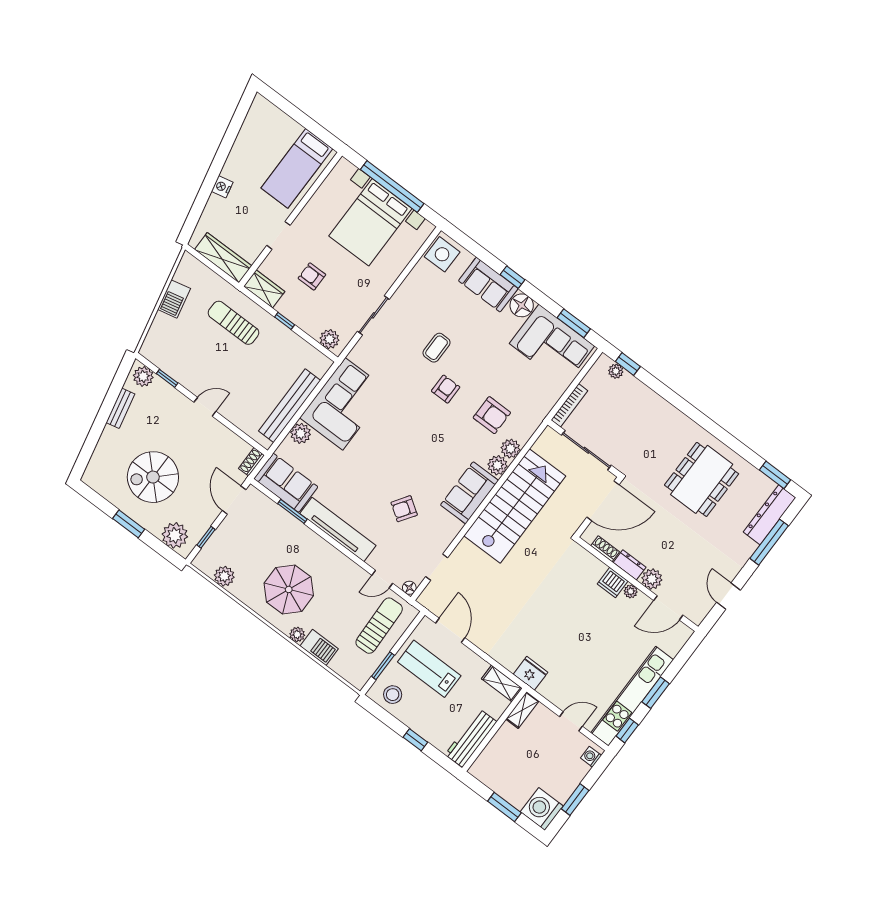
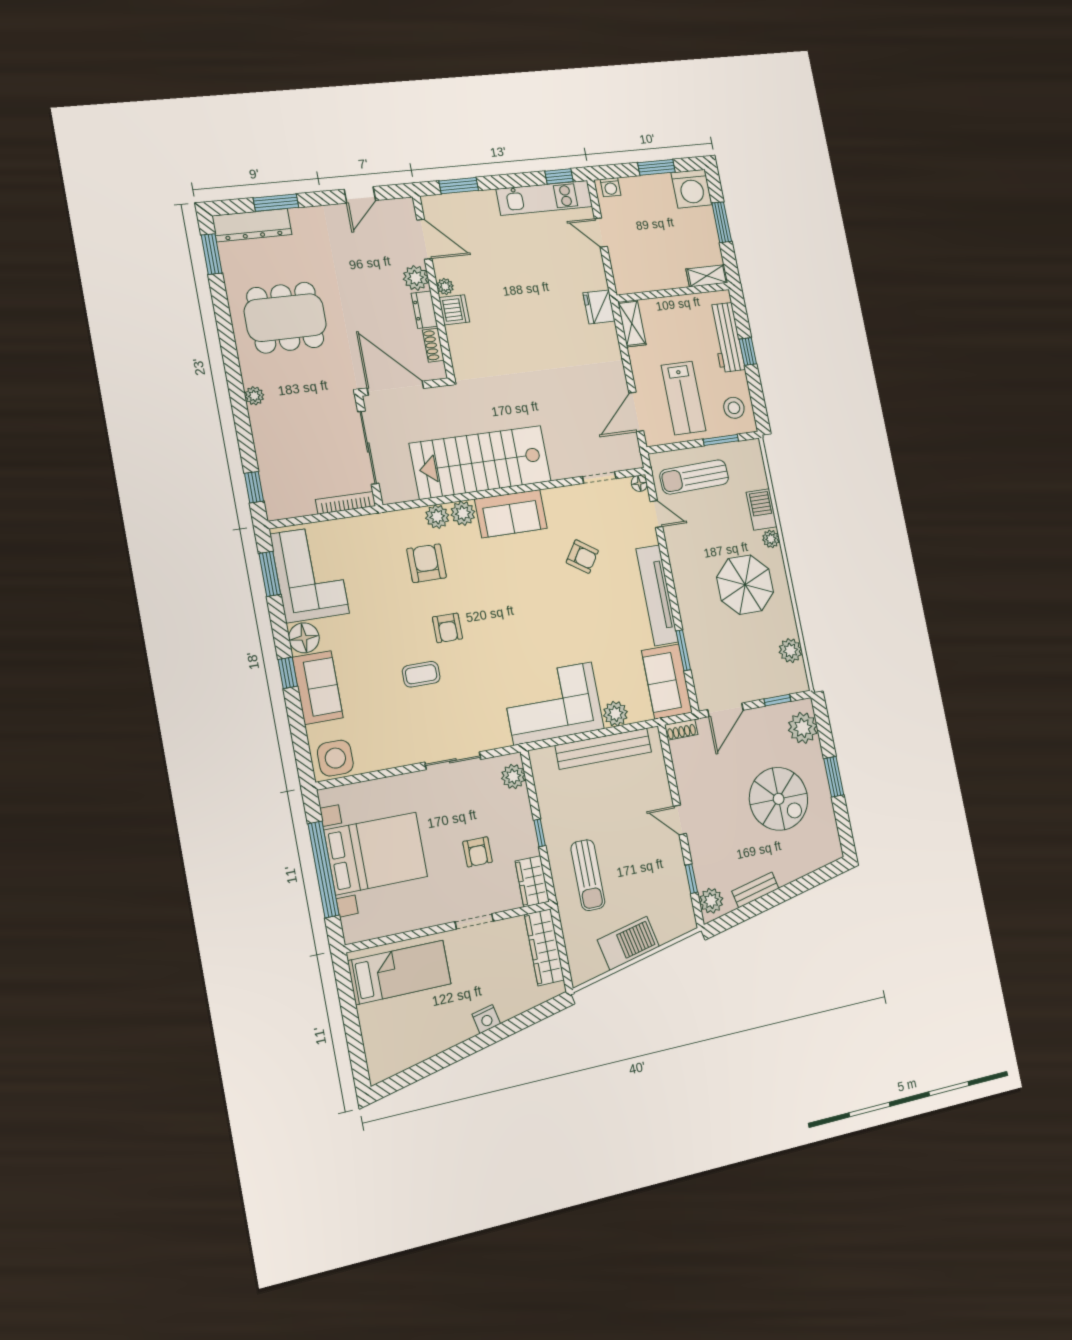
barbecue: (174, 299) -> (628, 943), width x1.37, depth x1.21
plant: (616, 371) -> (254, 396), moved
armchair: (446, 389) -> (447, 628), turned -90
window: (769, 542) -> (276, 203), width x0.69
window: (656, 693) -> (459, 186), moved
kitchen unit: (632, 696) -> (545, 198), width x0.73
shelving: (522, 710) -> (707, 276), moved
workbench: (471, 738) -> (727, 337), moved, turned 90

